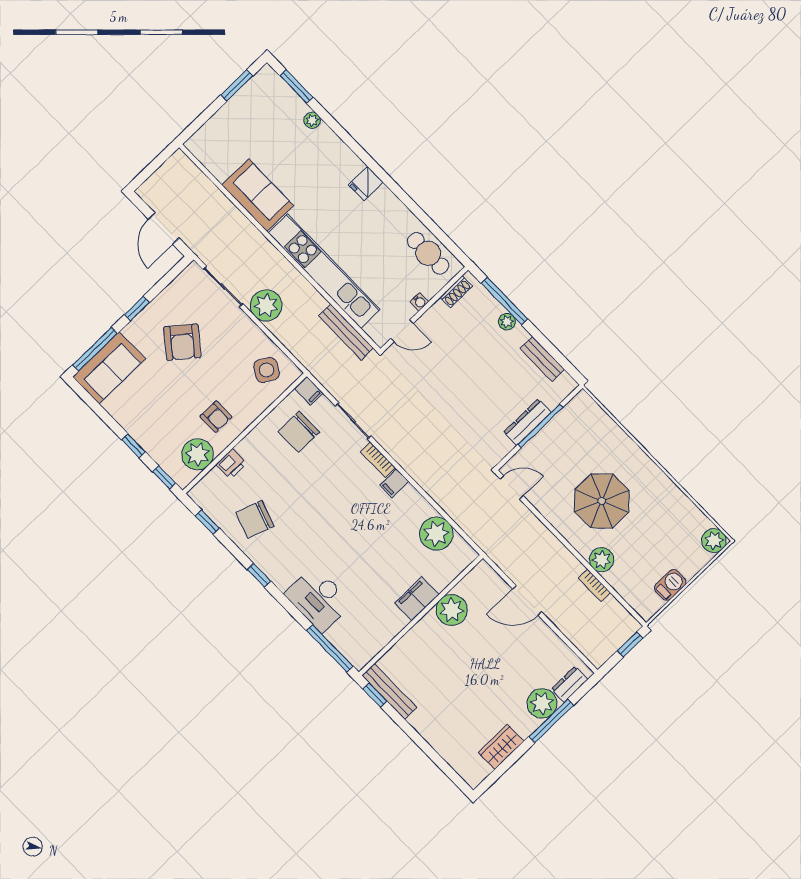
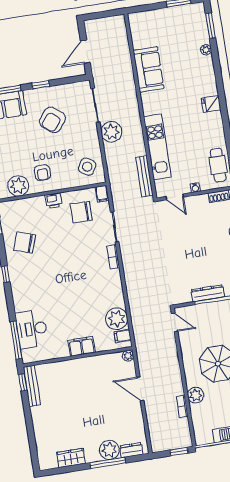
kitchen unit: (324, 271) -> (157, 147), width x0.73
printer: (231, 464) -> (54, 201), moved
filing cabinet: (394, 483) -> (123, 336), moved
desk: (318, 599) -> (32, 329), moved
plant: (452, 610) -> (128, 356), moved, width x0.53, depth x0.53

